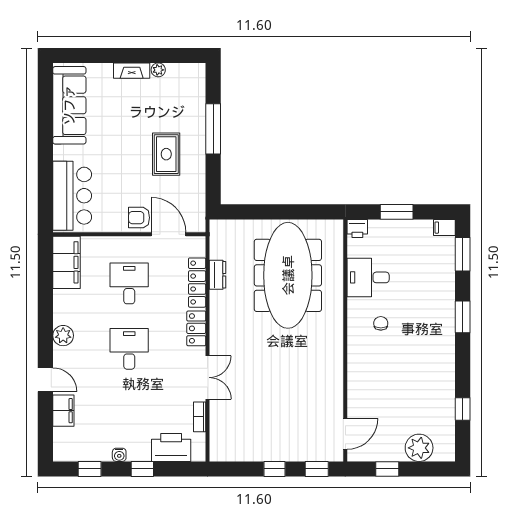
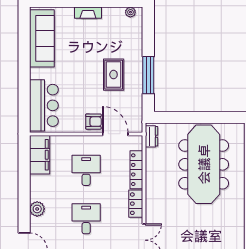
plant: (158, 70) -> (130, 12), moved
window: (213, 129) -> (148, 75), moved
armchair: (139, 218) -> (93, 122), turned 180
dresser: (218, 275) -> (152, 136), moved

